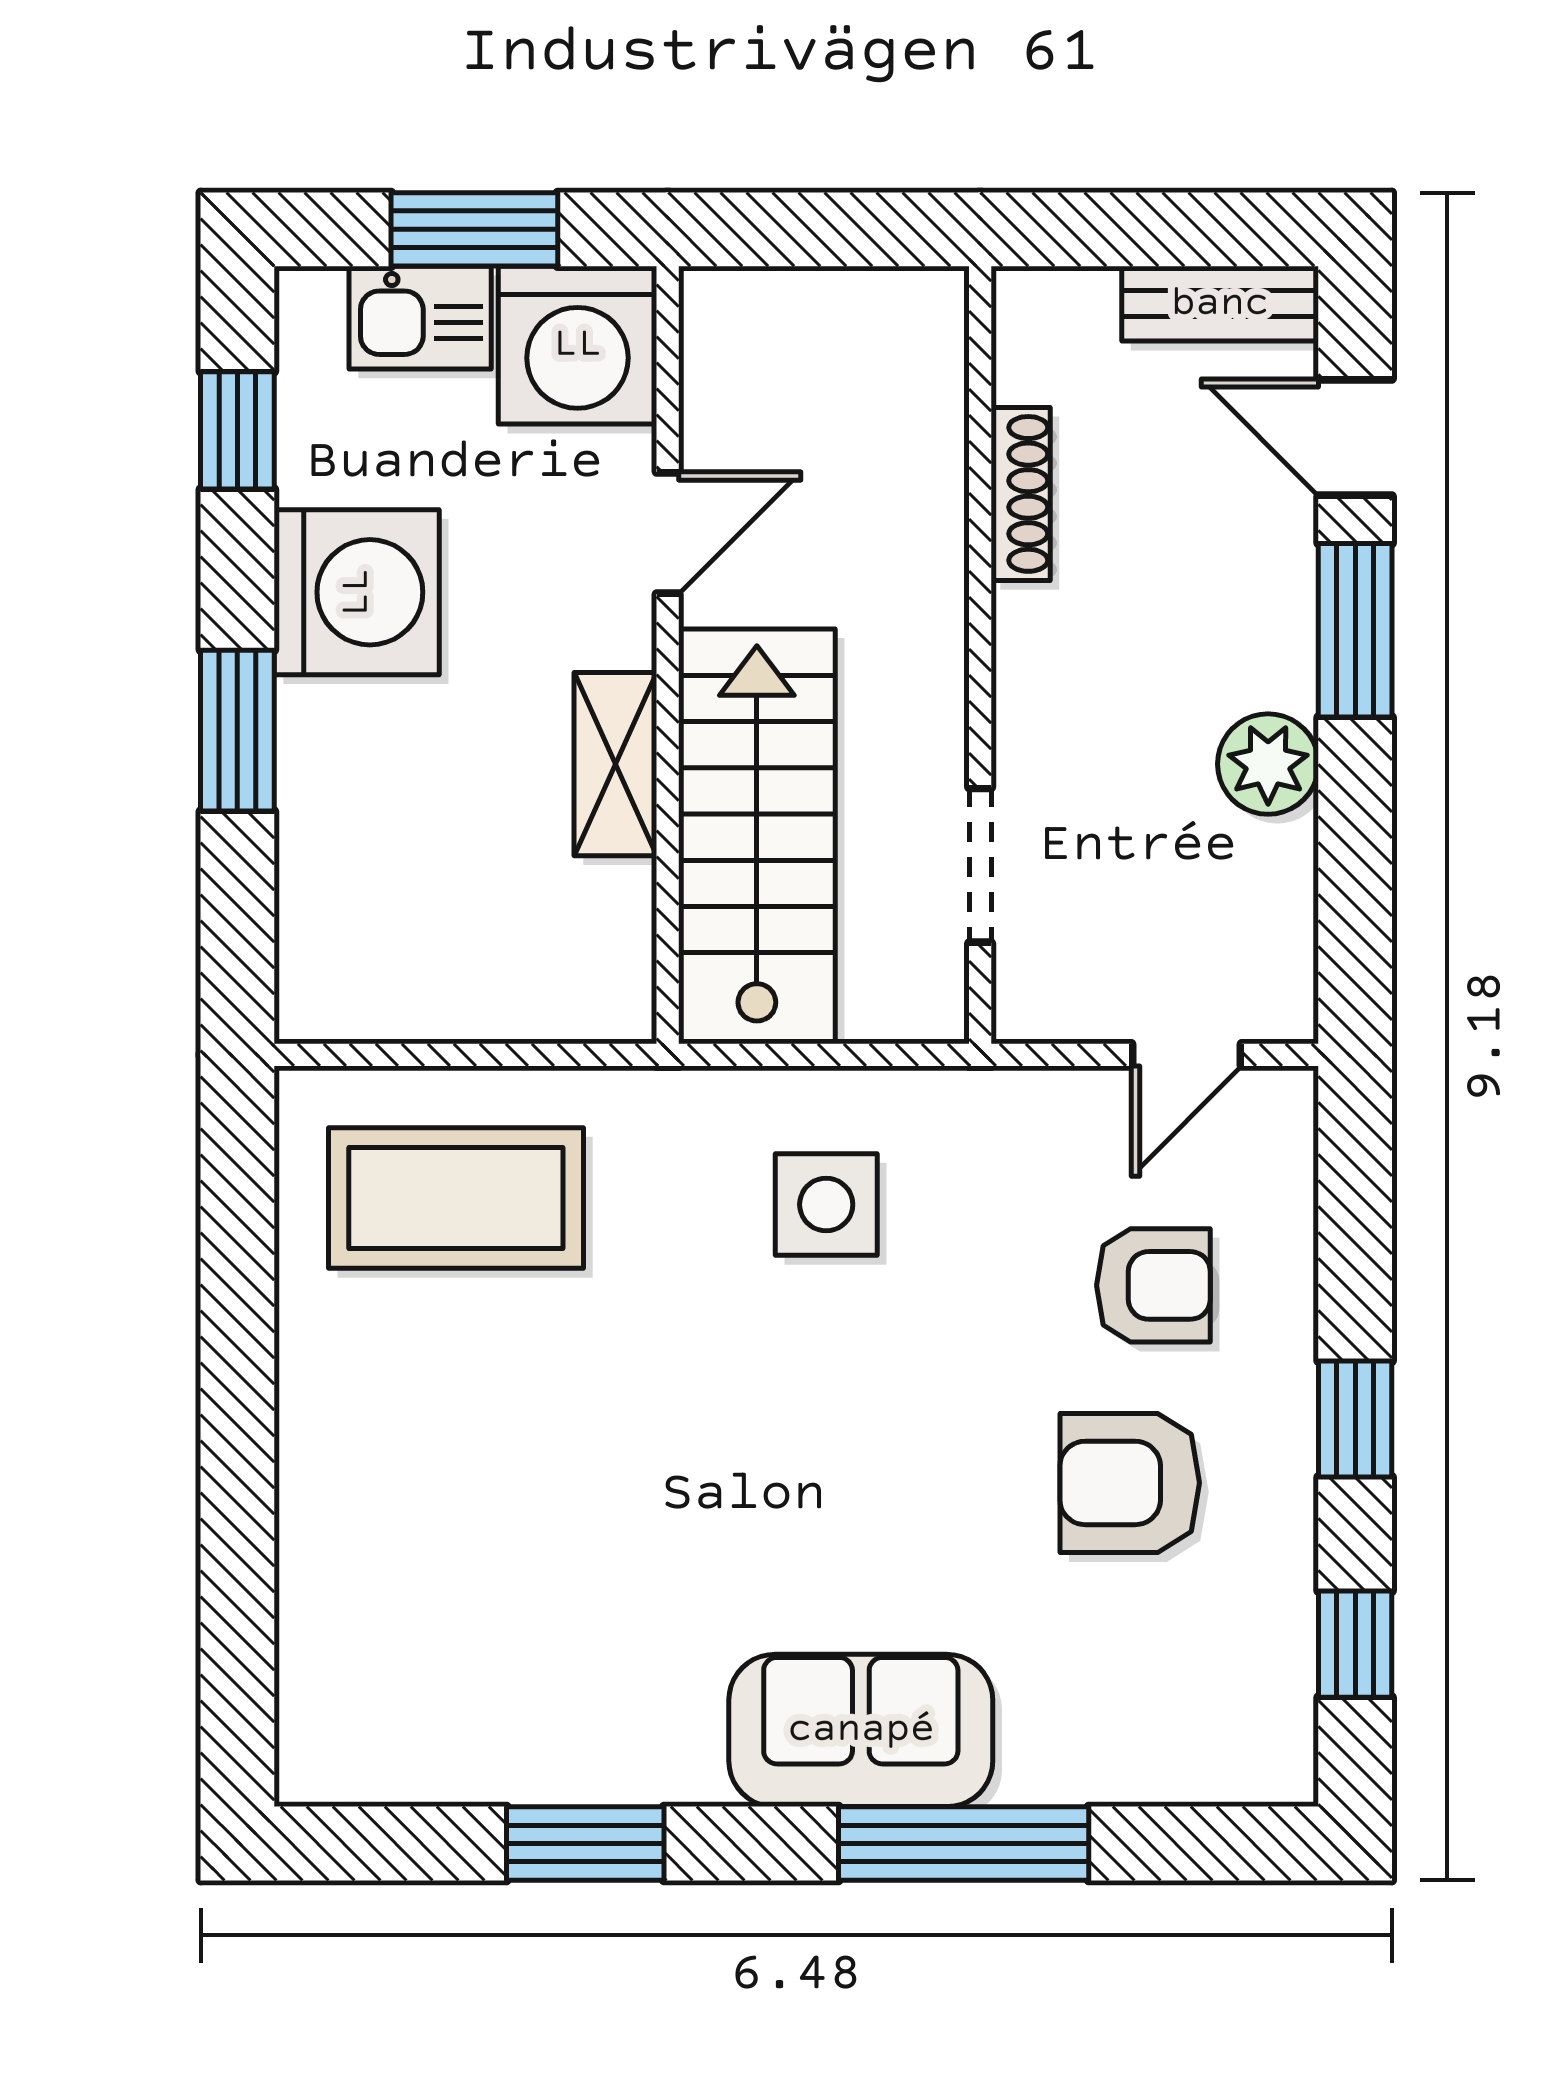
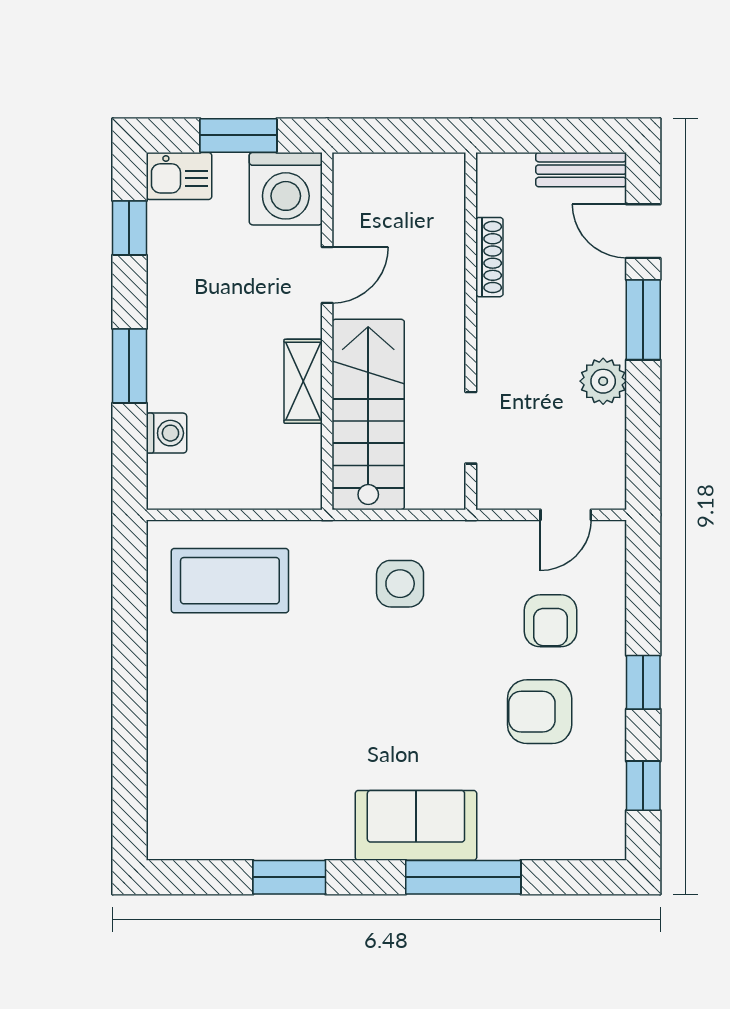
kitchen sink: (420, 318) -> (179, 176), moved
washing machine: (357, 592) -> (166, 433), moved, width x0.53, depth x0.53
armchair: (1153, 1285) -> (550, 621), turned 90

